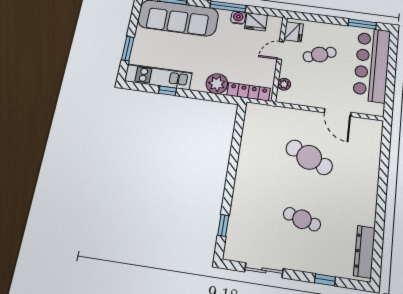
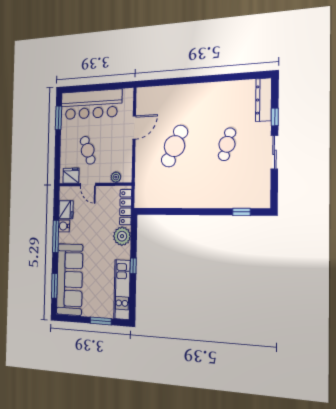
window: (168, 91) -> (133, 266), moved
dresser: (364, 252) -> (264, 100), moved, turned 90
sliding door: (264, 270) -> (274, 152), moved

